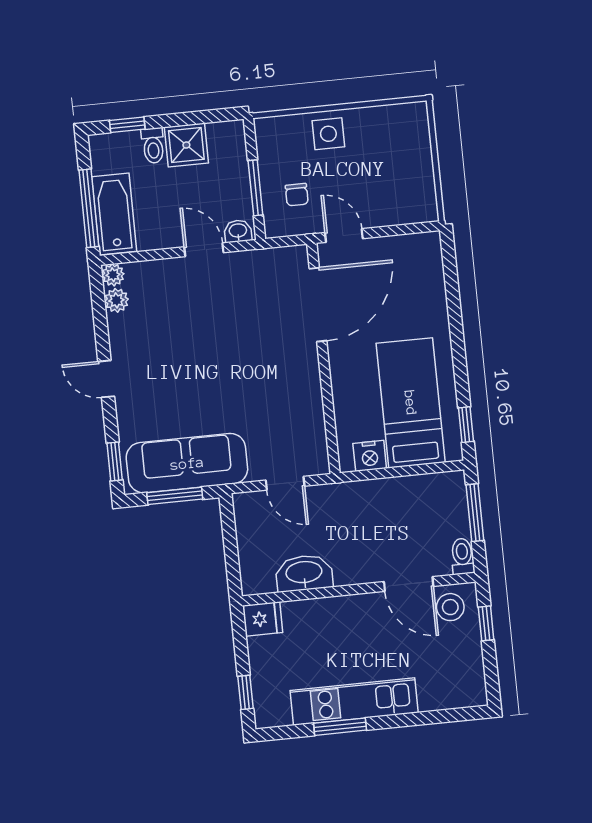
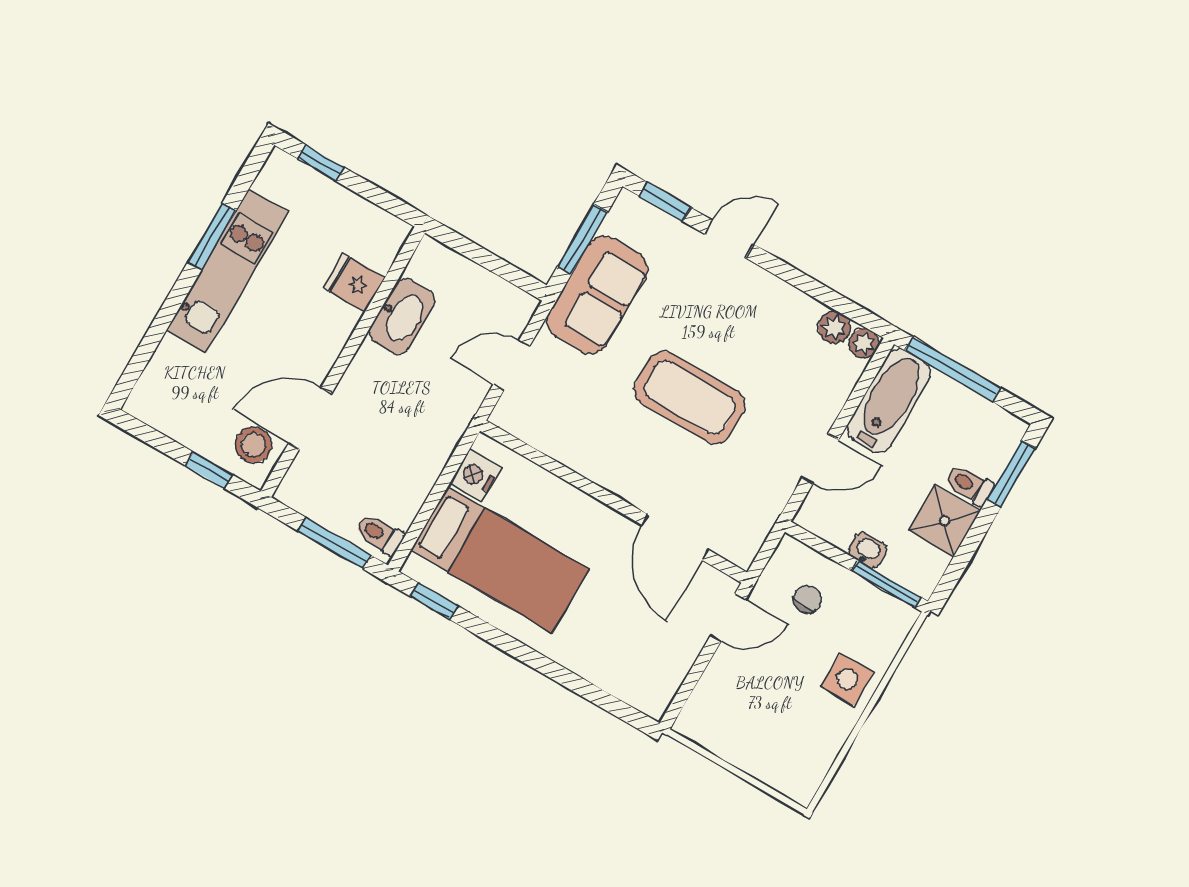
window: (127, 125) -> (1011, 474), width x1.50
window: (255, 188) -> (886, 584), moved
chair: (297, 195) -> (807, 599), turned 90
bathtub: (114, 214) -> (889, 401), moved, turned -90
washbasin: (238, 231) -> (867, 550), moved, turned -90
door: (318, 305) -> (675, 537), width x0.73
coffee table: (225, 358) -> (690, 398), added
door: (106, 379) -> (729, 239), moved
sofa: (187, 463) -> (598, 295), width x0.73
toilet: (462, 556) -> (379, 534), moved, turned 180
fridge: (263, 619) -> (354, 283), moved, turned 90

